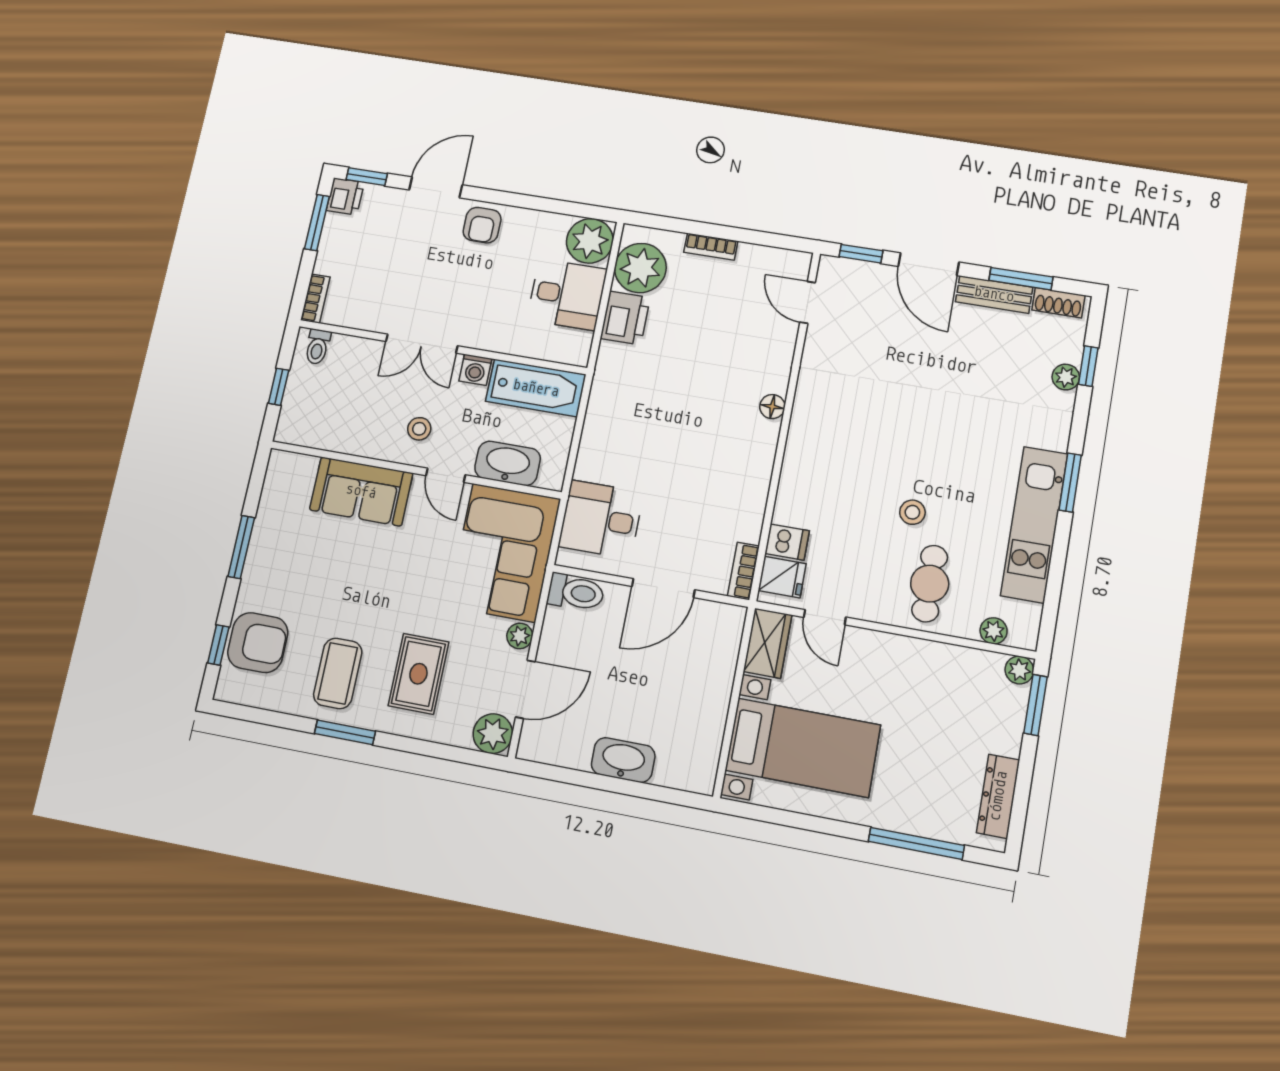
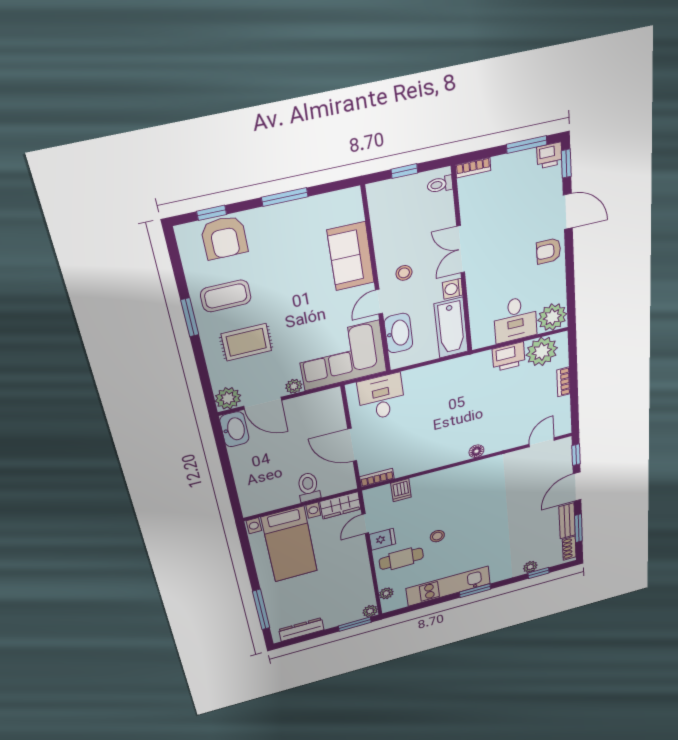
fridge: (782, 577) -> (382, 539), moved, turned -90
toilet: (576, 592) -> (309, 487), moved, turned 180
washbasin: (623, 760) -> (234, 429), moved

